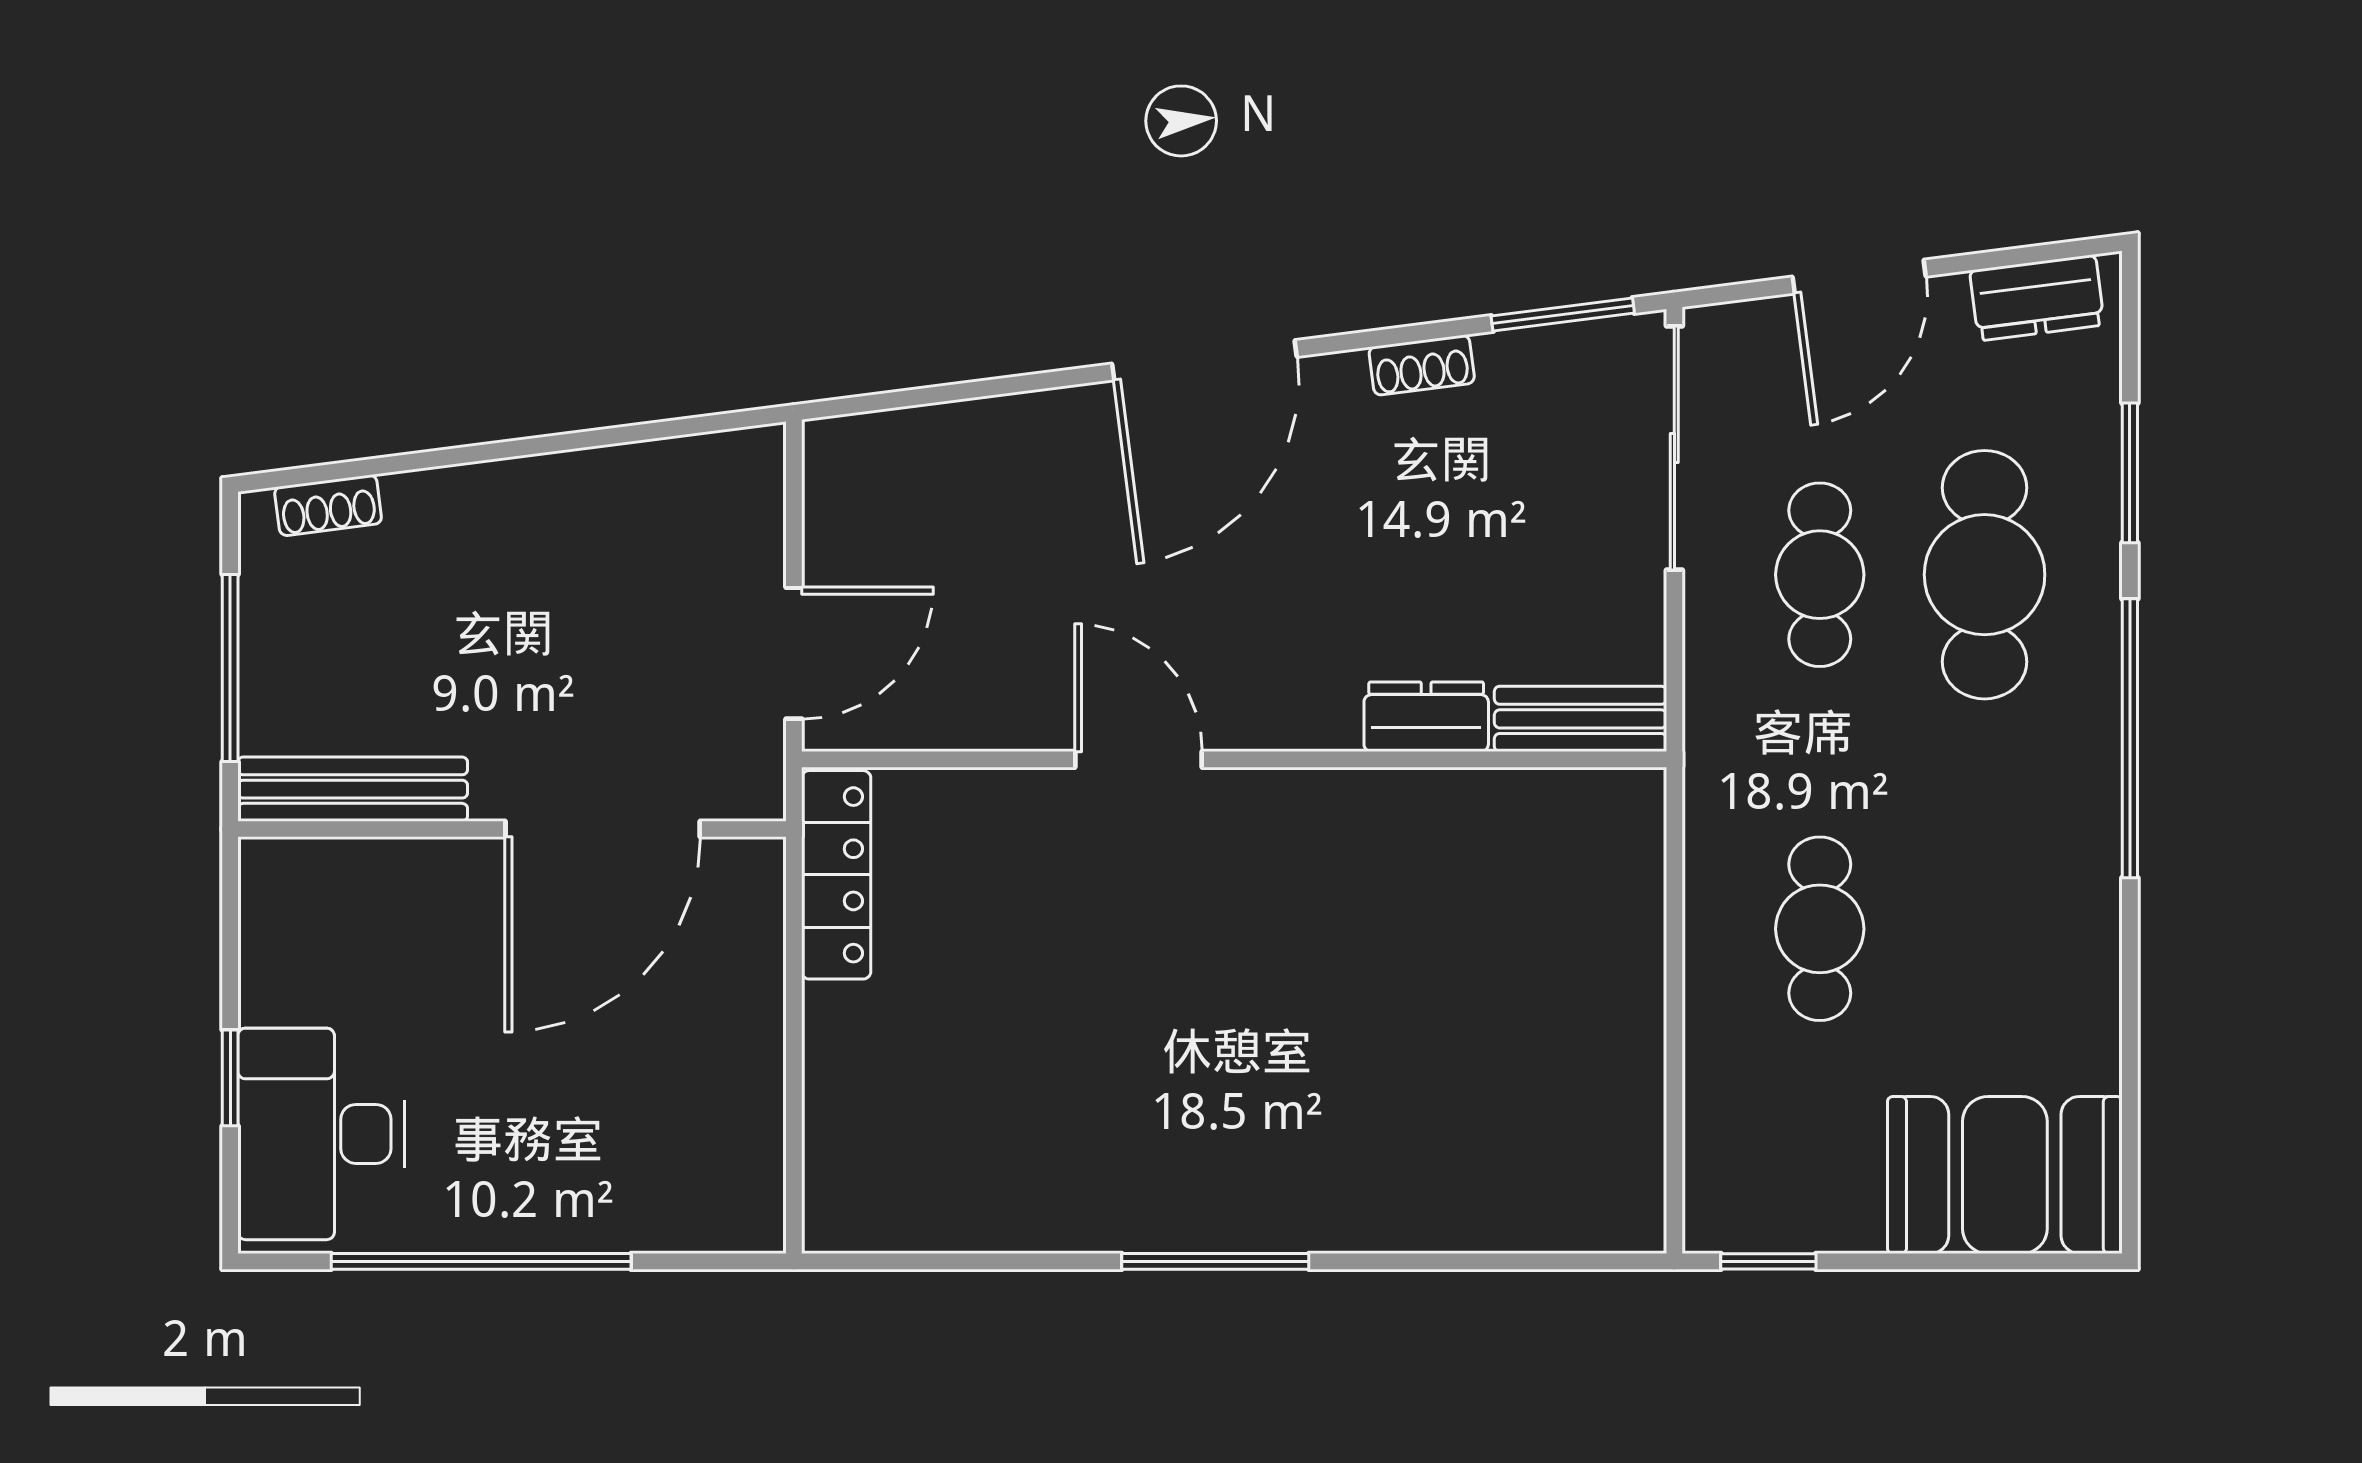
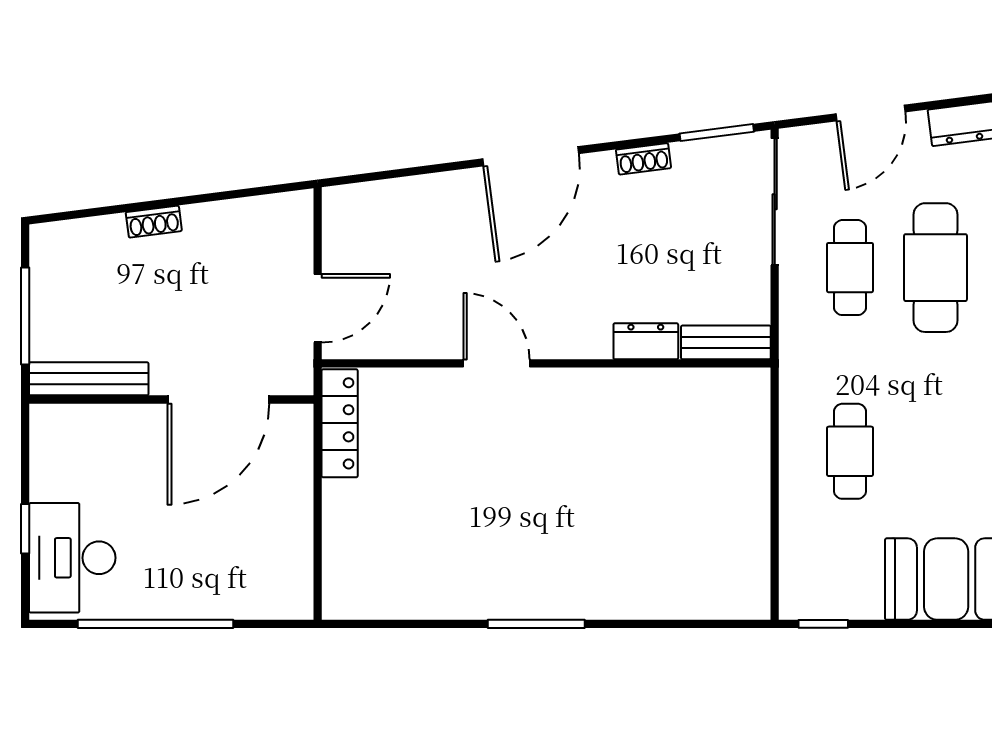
shoe rack: (328, 505) -> (154, 222), moved

